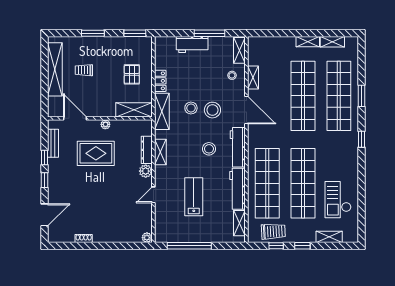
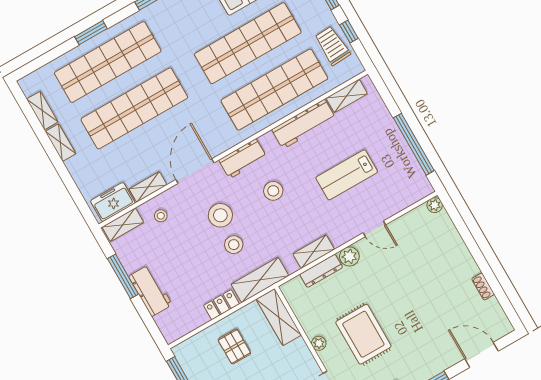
freezer: (256, 52) -> (113, 202), added
pallet: (132, 74) -> (234, 347), turned 90
workbench: (238, 147) -> (243, 159), width x0.73

